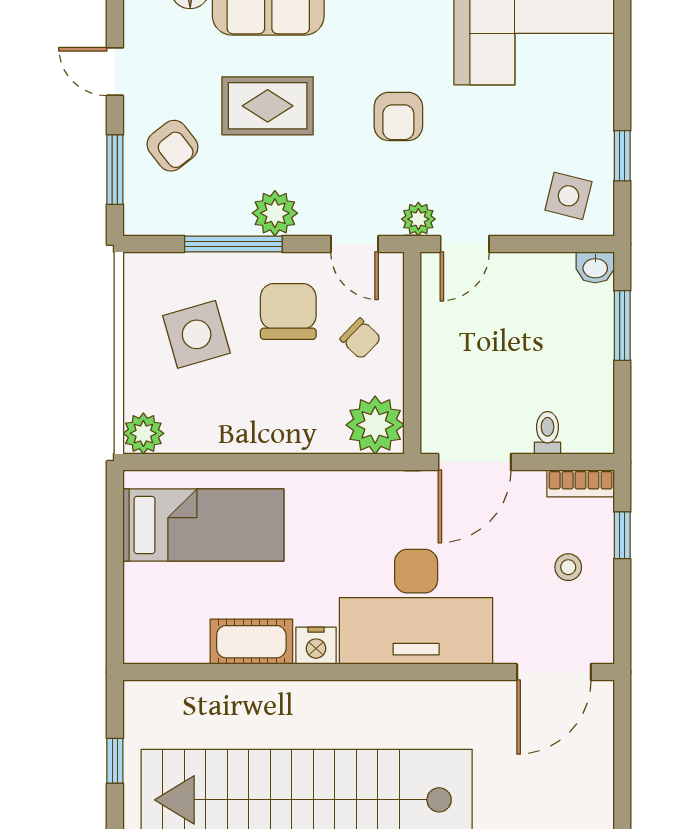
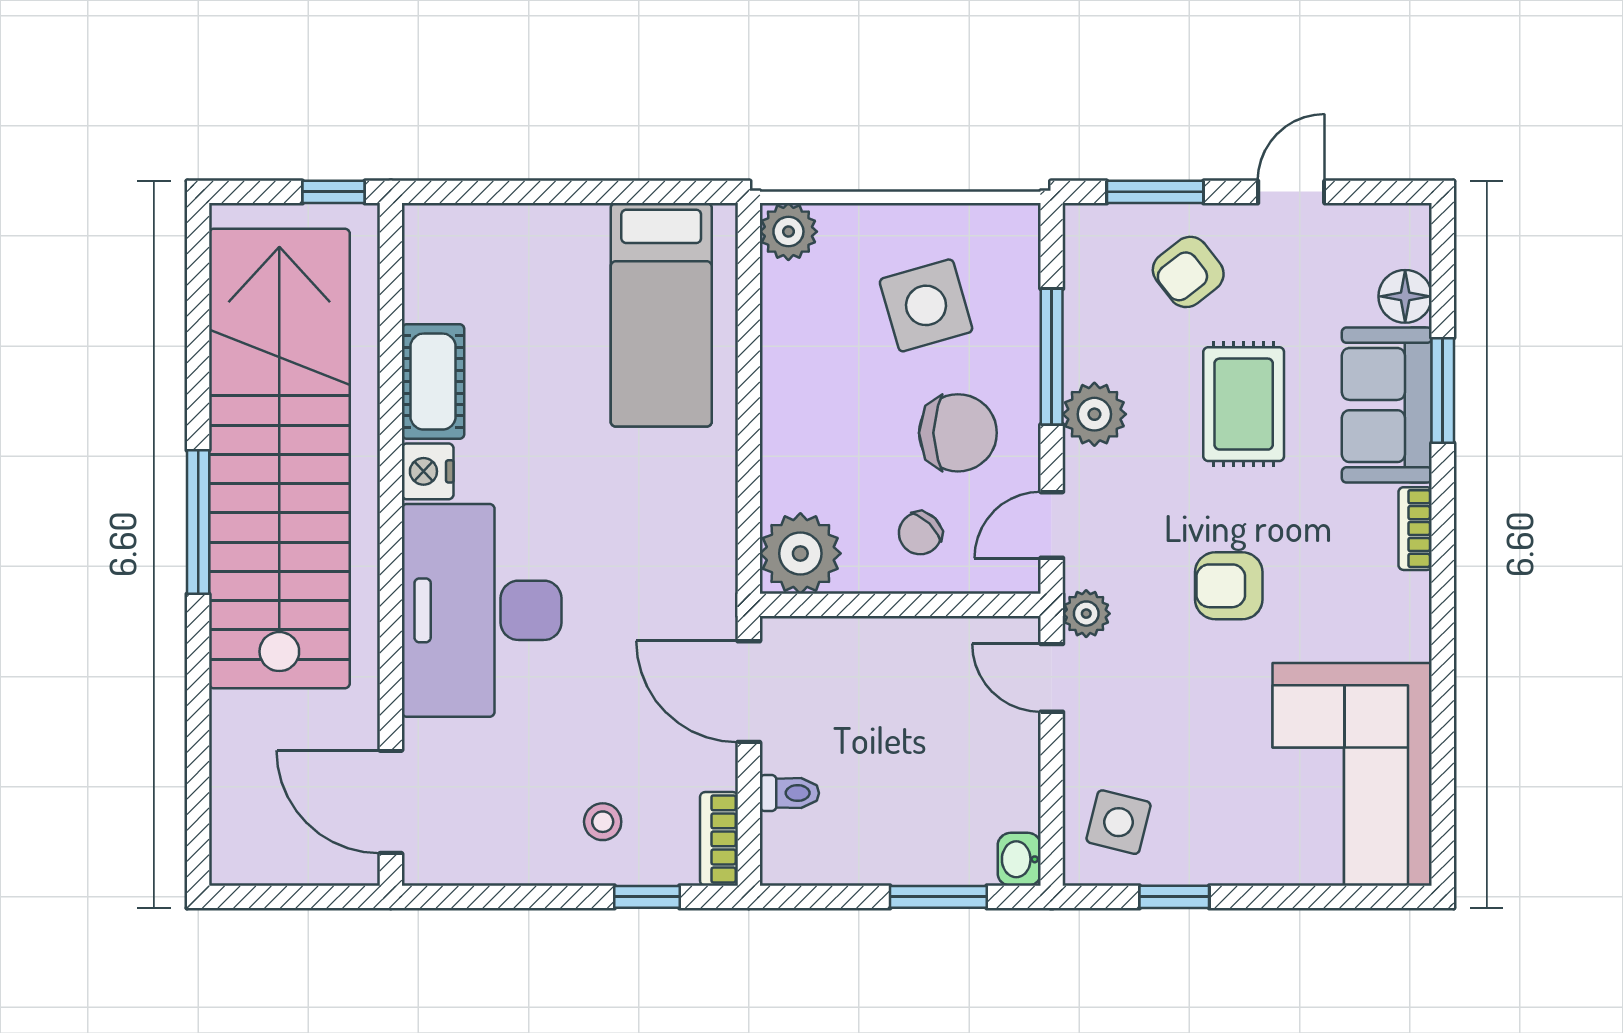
desk: (416, 607) -> (482, 610), moved
cot: (251, 642) -> (433, 382), moved
nightstand: (316, 646) -> (428, 471), moved
wall: (369, 672) -> (391, 544), moved
door: (554, 672) -> (391, 802), moved

